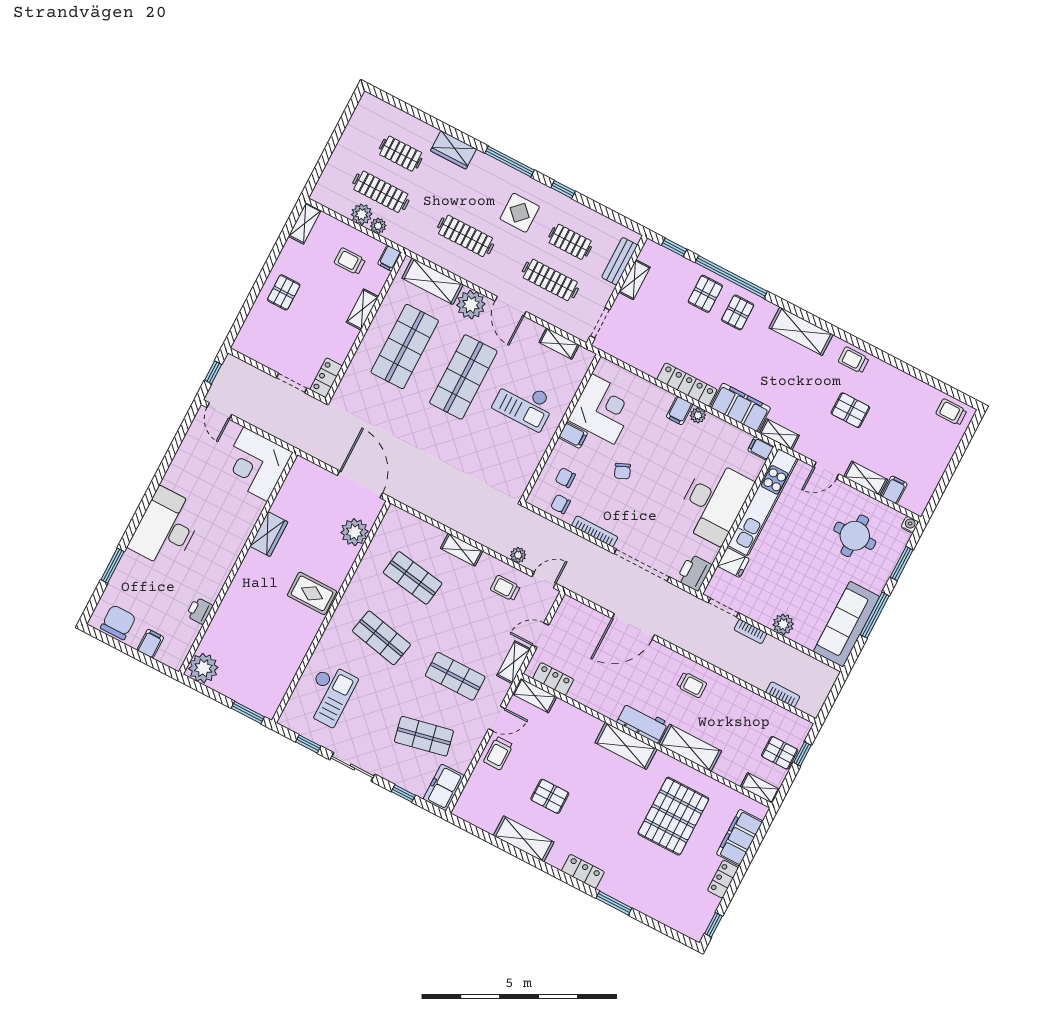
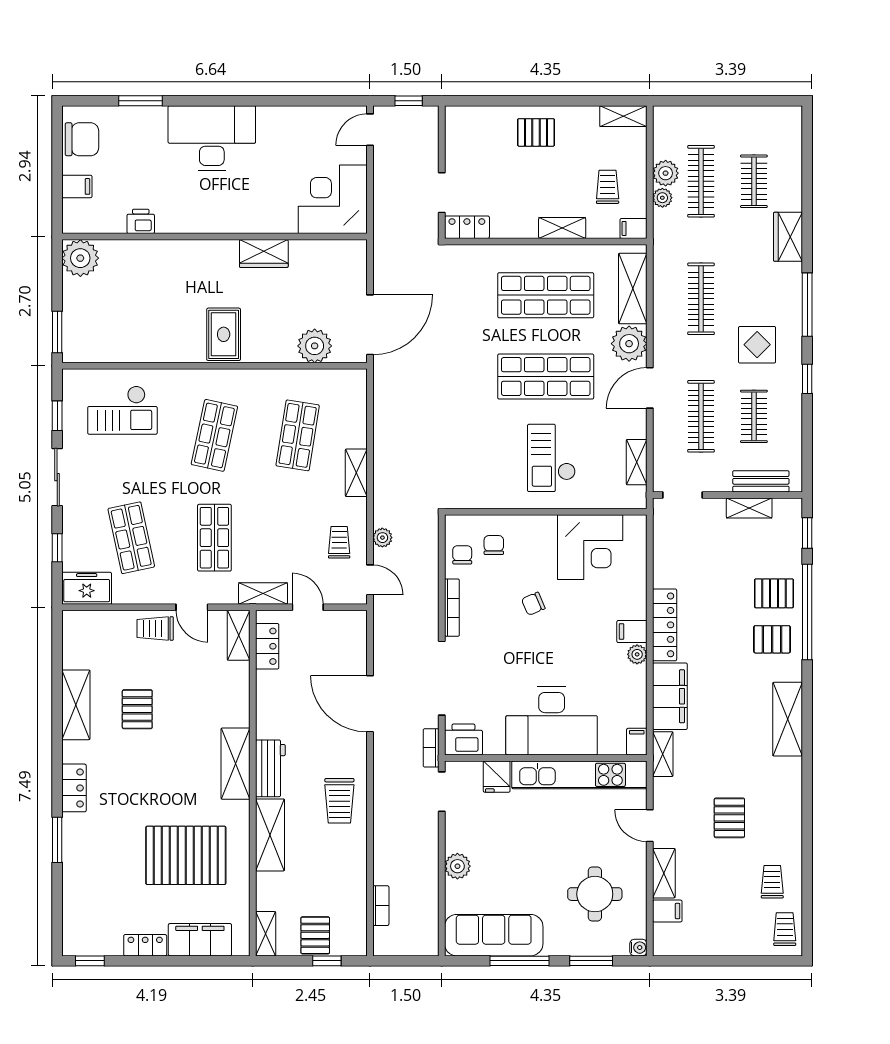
trolley: (854, 360) -> (772, 882), moved
filing cabinet: (573, 435) -> (545, 529), removed
bookcase: (750, 631) -> (431, 748), moved
trolley: (692, 685) -> (339, 801), width x1.36, depth x1.39

